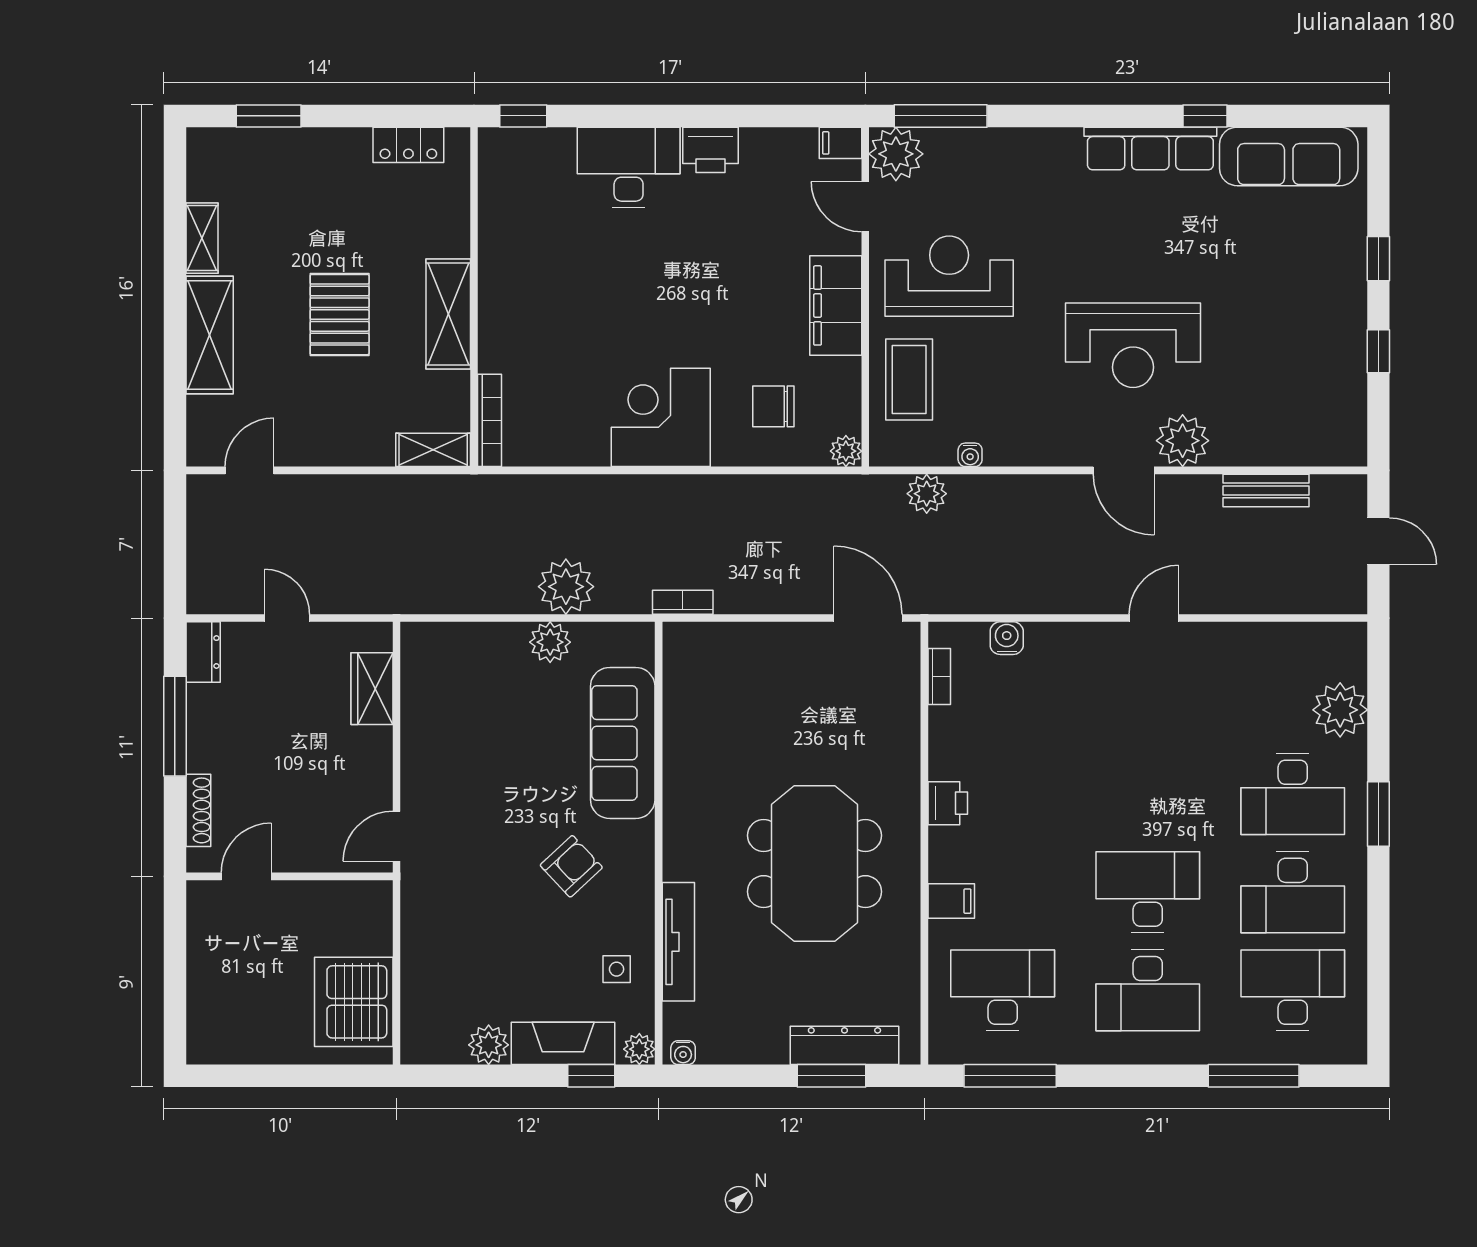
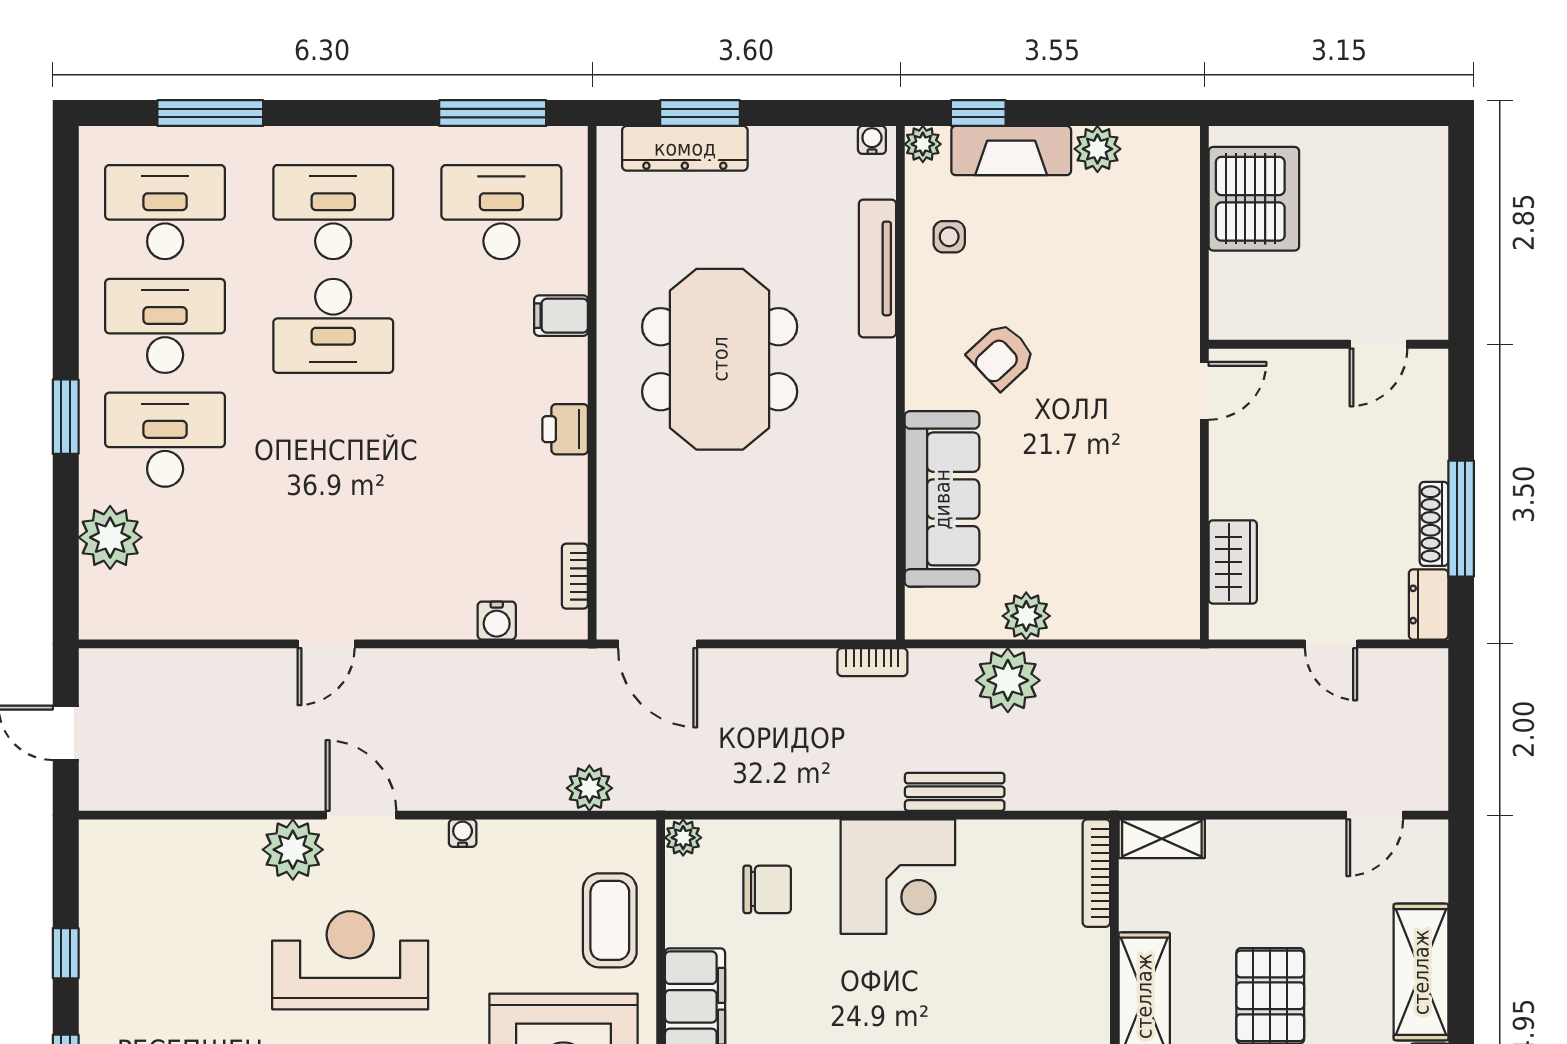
water cooler: (970, 455) -> (463, 833), moved
bench: (1266, 490) -> (955, 792), moved
shoe rack: (198, 810) -> (1434, 524), moved
desk: (1003, 990) -> (501, 212), turned 180
desk: (1293, 990) -> (165, 212), turned 180

